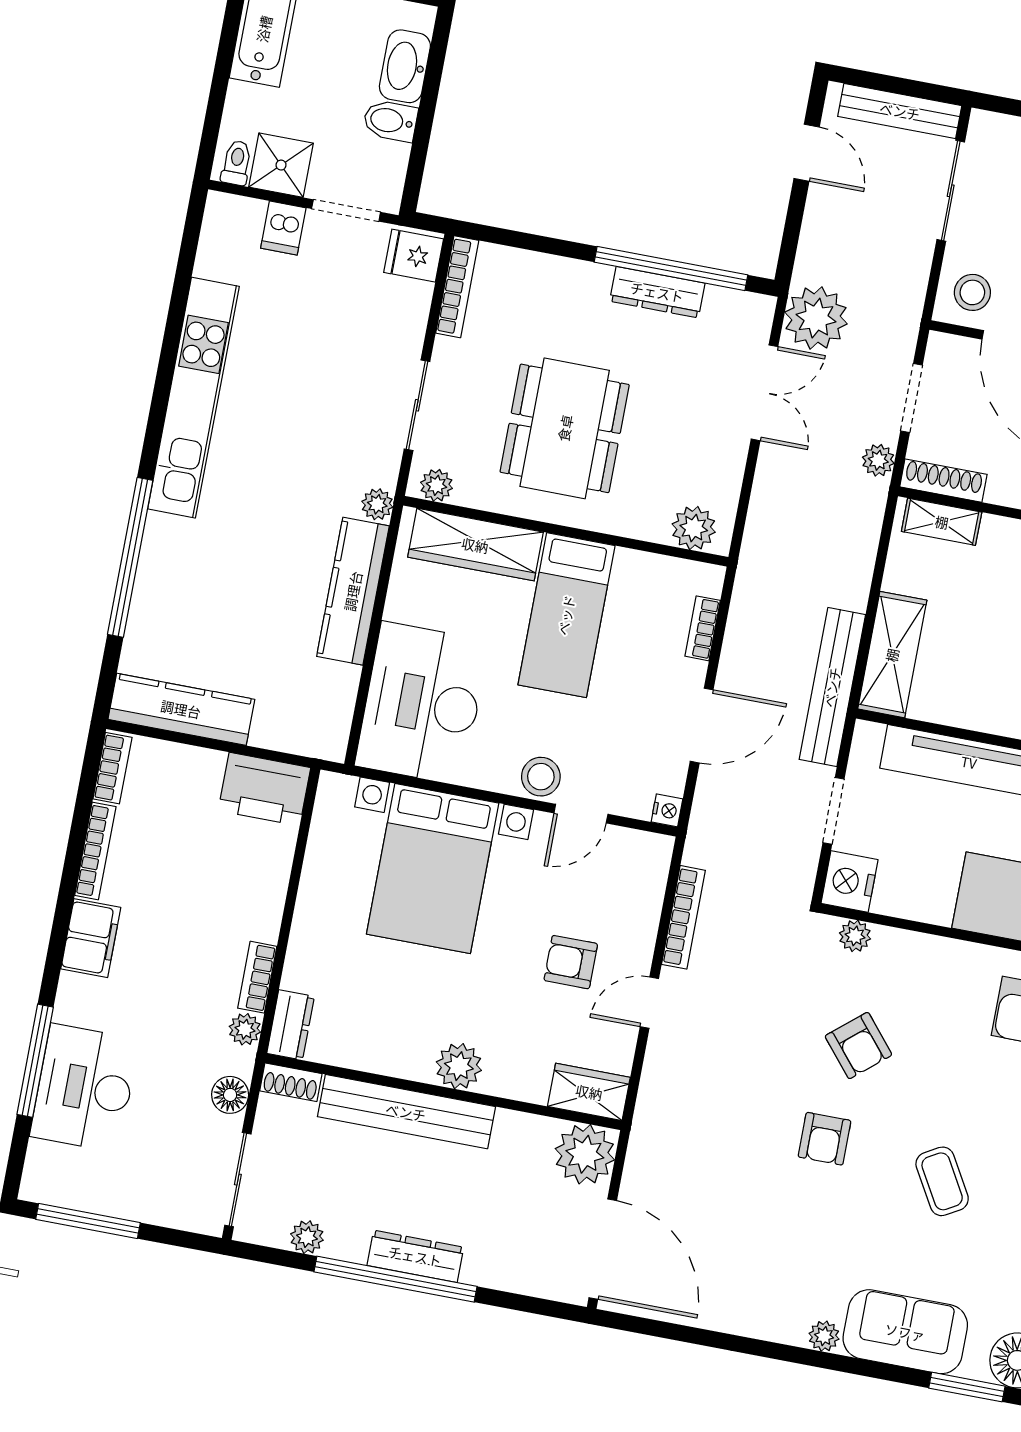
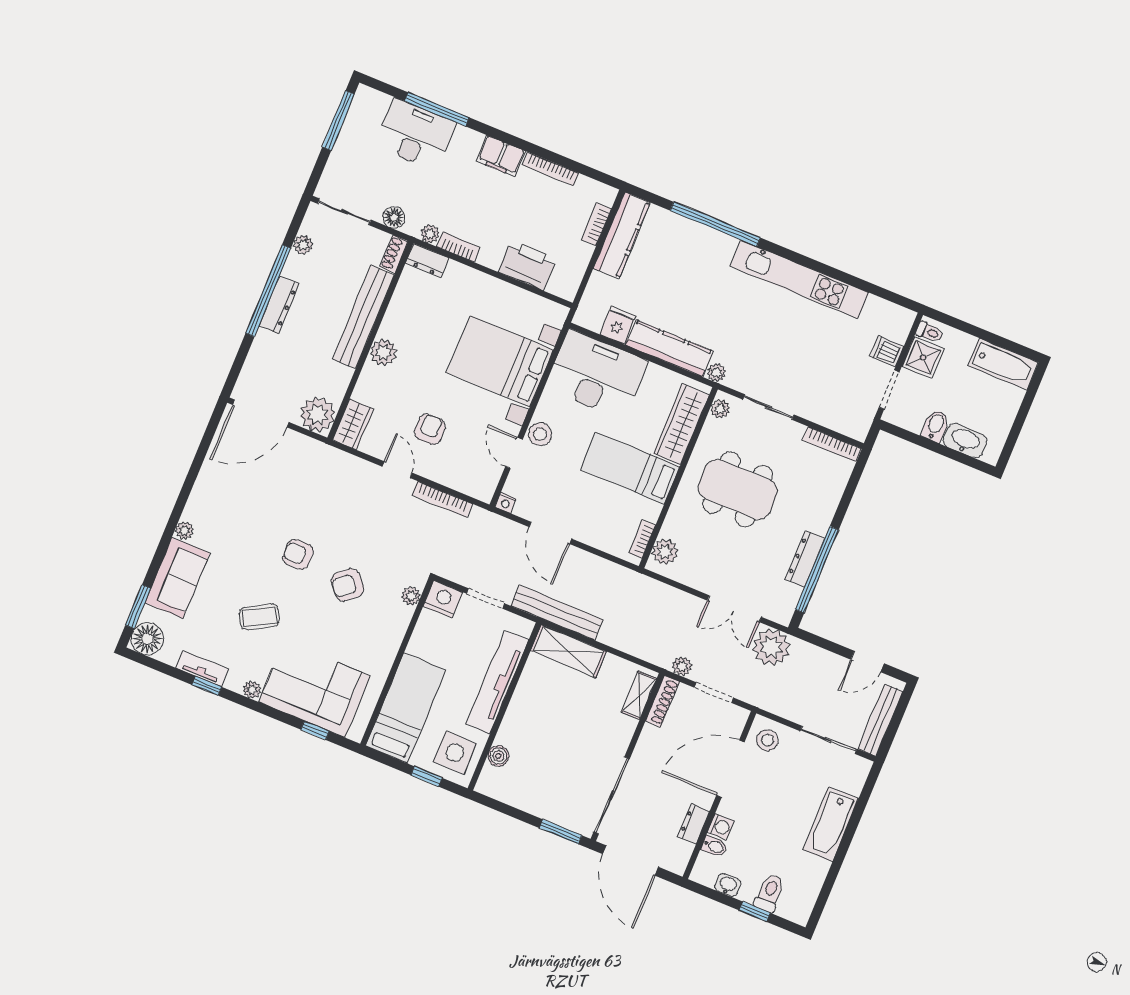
fridge: (414, 256) -> (618, 325), moved
bookcase: (703, 628) -> (642, 539), moved, turned -90
bookcase: (112, 768) -> (597, 224), moved, turned 90
printer: (264, 789) -> (527, 265), moved, turned 90

